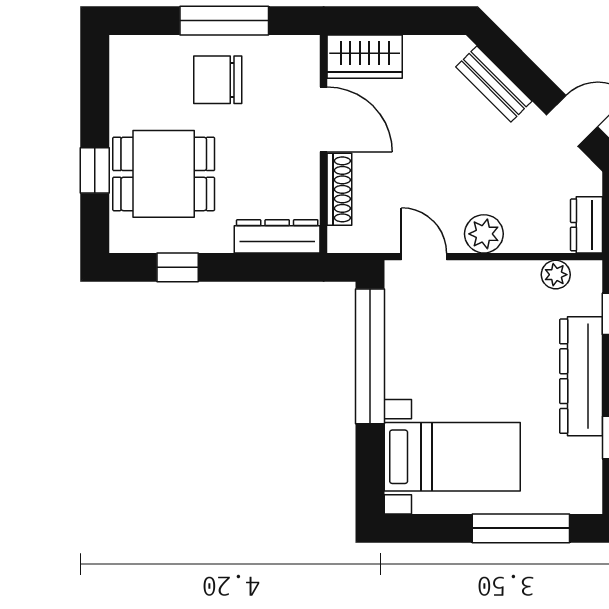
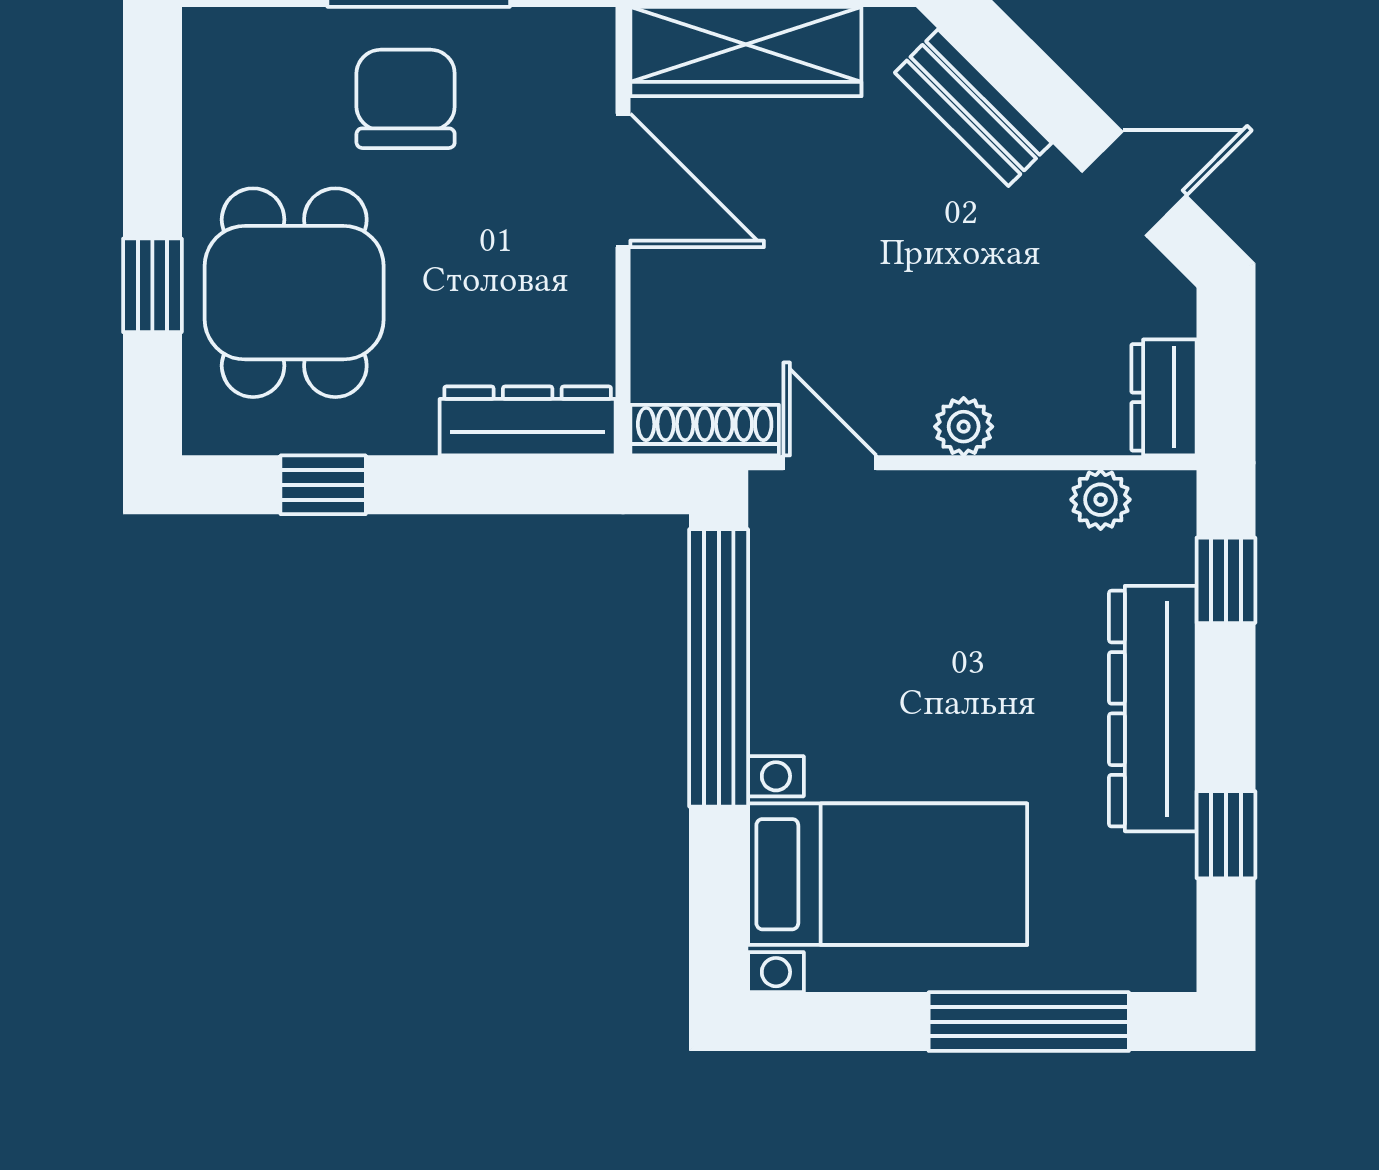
wardrobe: (365, 57) -> (746, 52), width x1.50
chair: (218, 80) -> (406, 99), turned 90
dining table: (164, 174) -> (294, 293), turned 90
shoe rack: (339, 189) -> (705, 430), moved, turned -90
plant: (484, 234) -> (964, 427), width x0.73, depth x0.73

